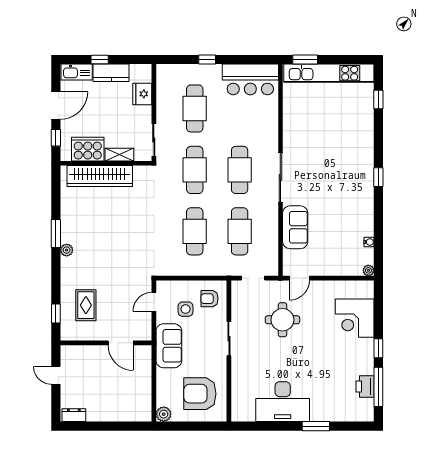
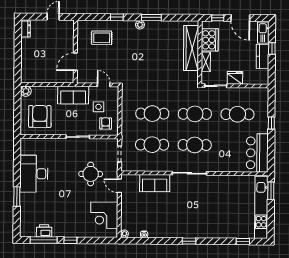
fridge: (142, 94) -> (235, 78), moved
window: (56, 314) -> (117, 17), moved
corner desk: (355, 318) -> (104, 215), moved, turned -90

